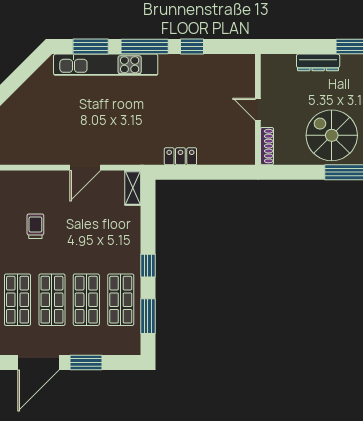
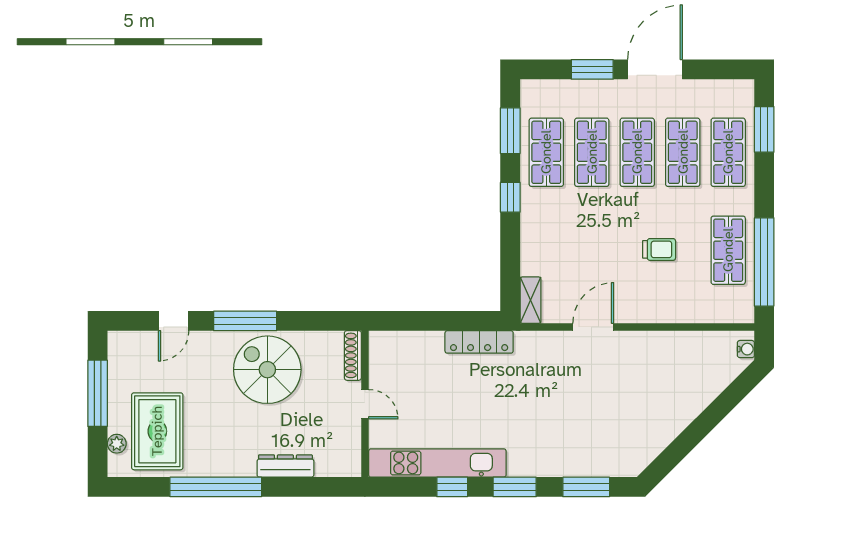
window: (145, 47) -> (515, 487), width x0.69
kitchen unit: (106, 65) -> (437, 463), moved
spiral stairs: (332, 135) -> (267, 370), turned 180
locker: (180, 156) -> (479, 342), width x1.53
trolley: (35, 226) -> (659, 249), turned -90

